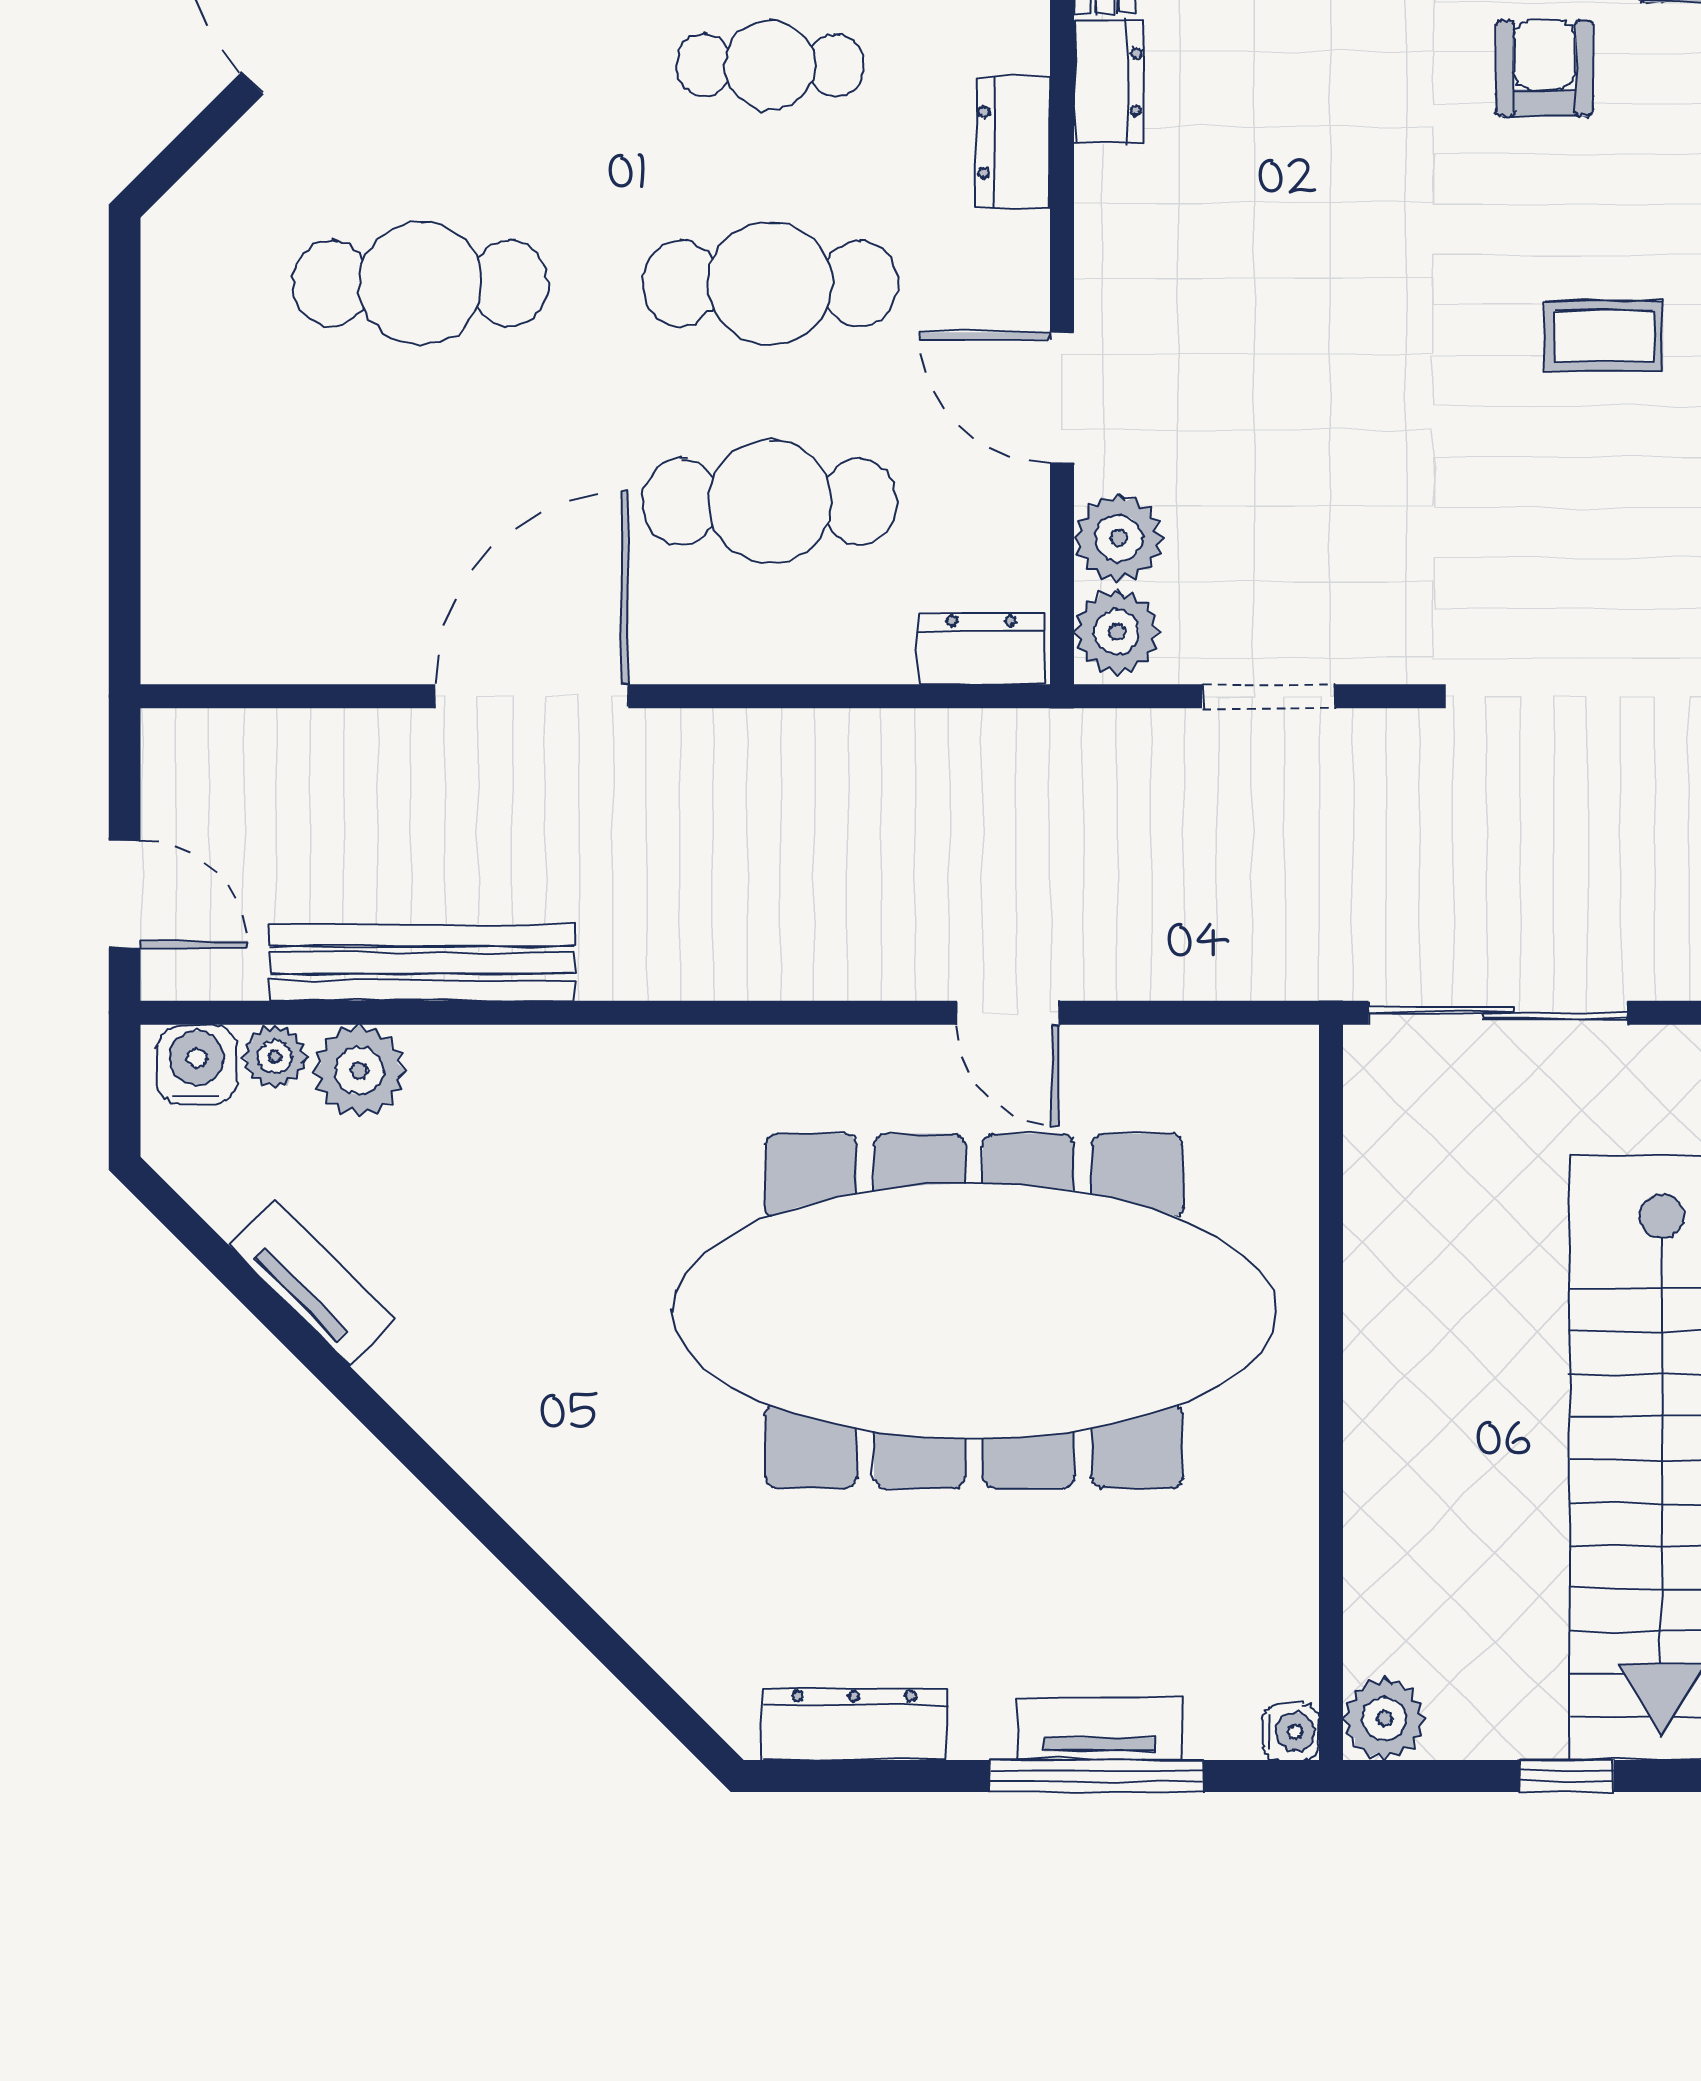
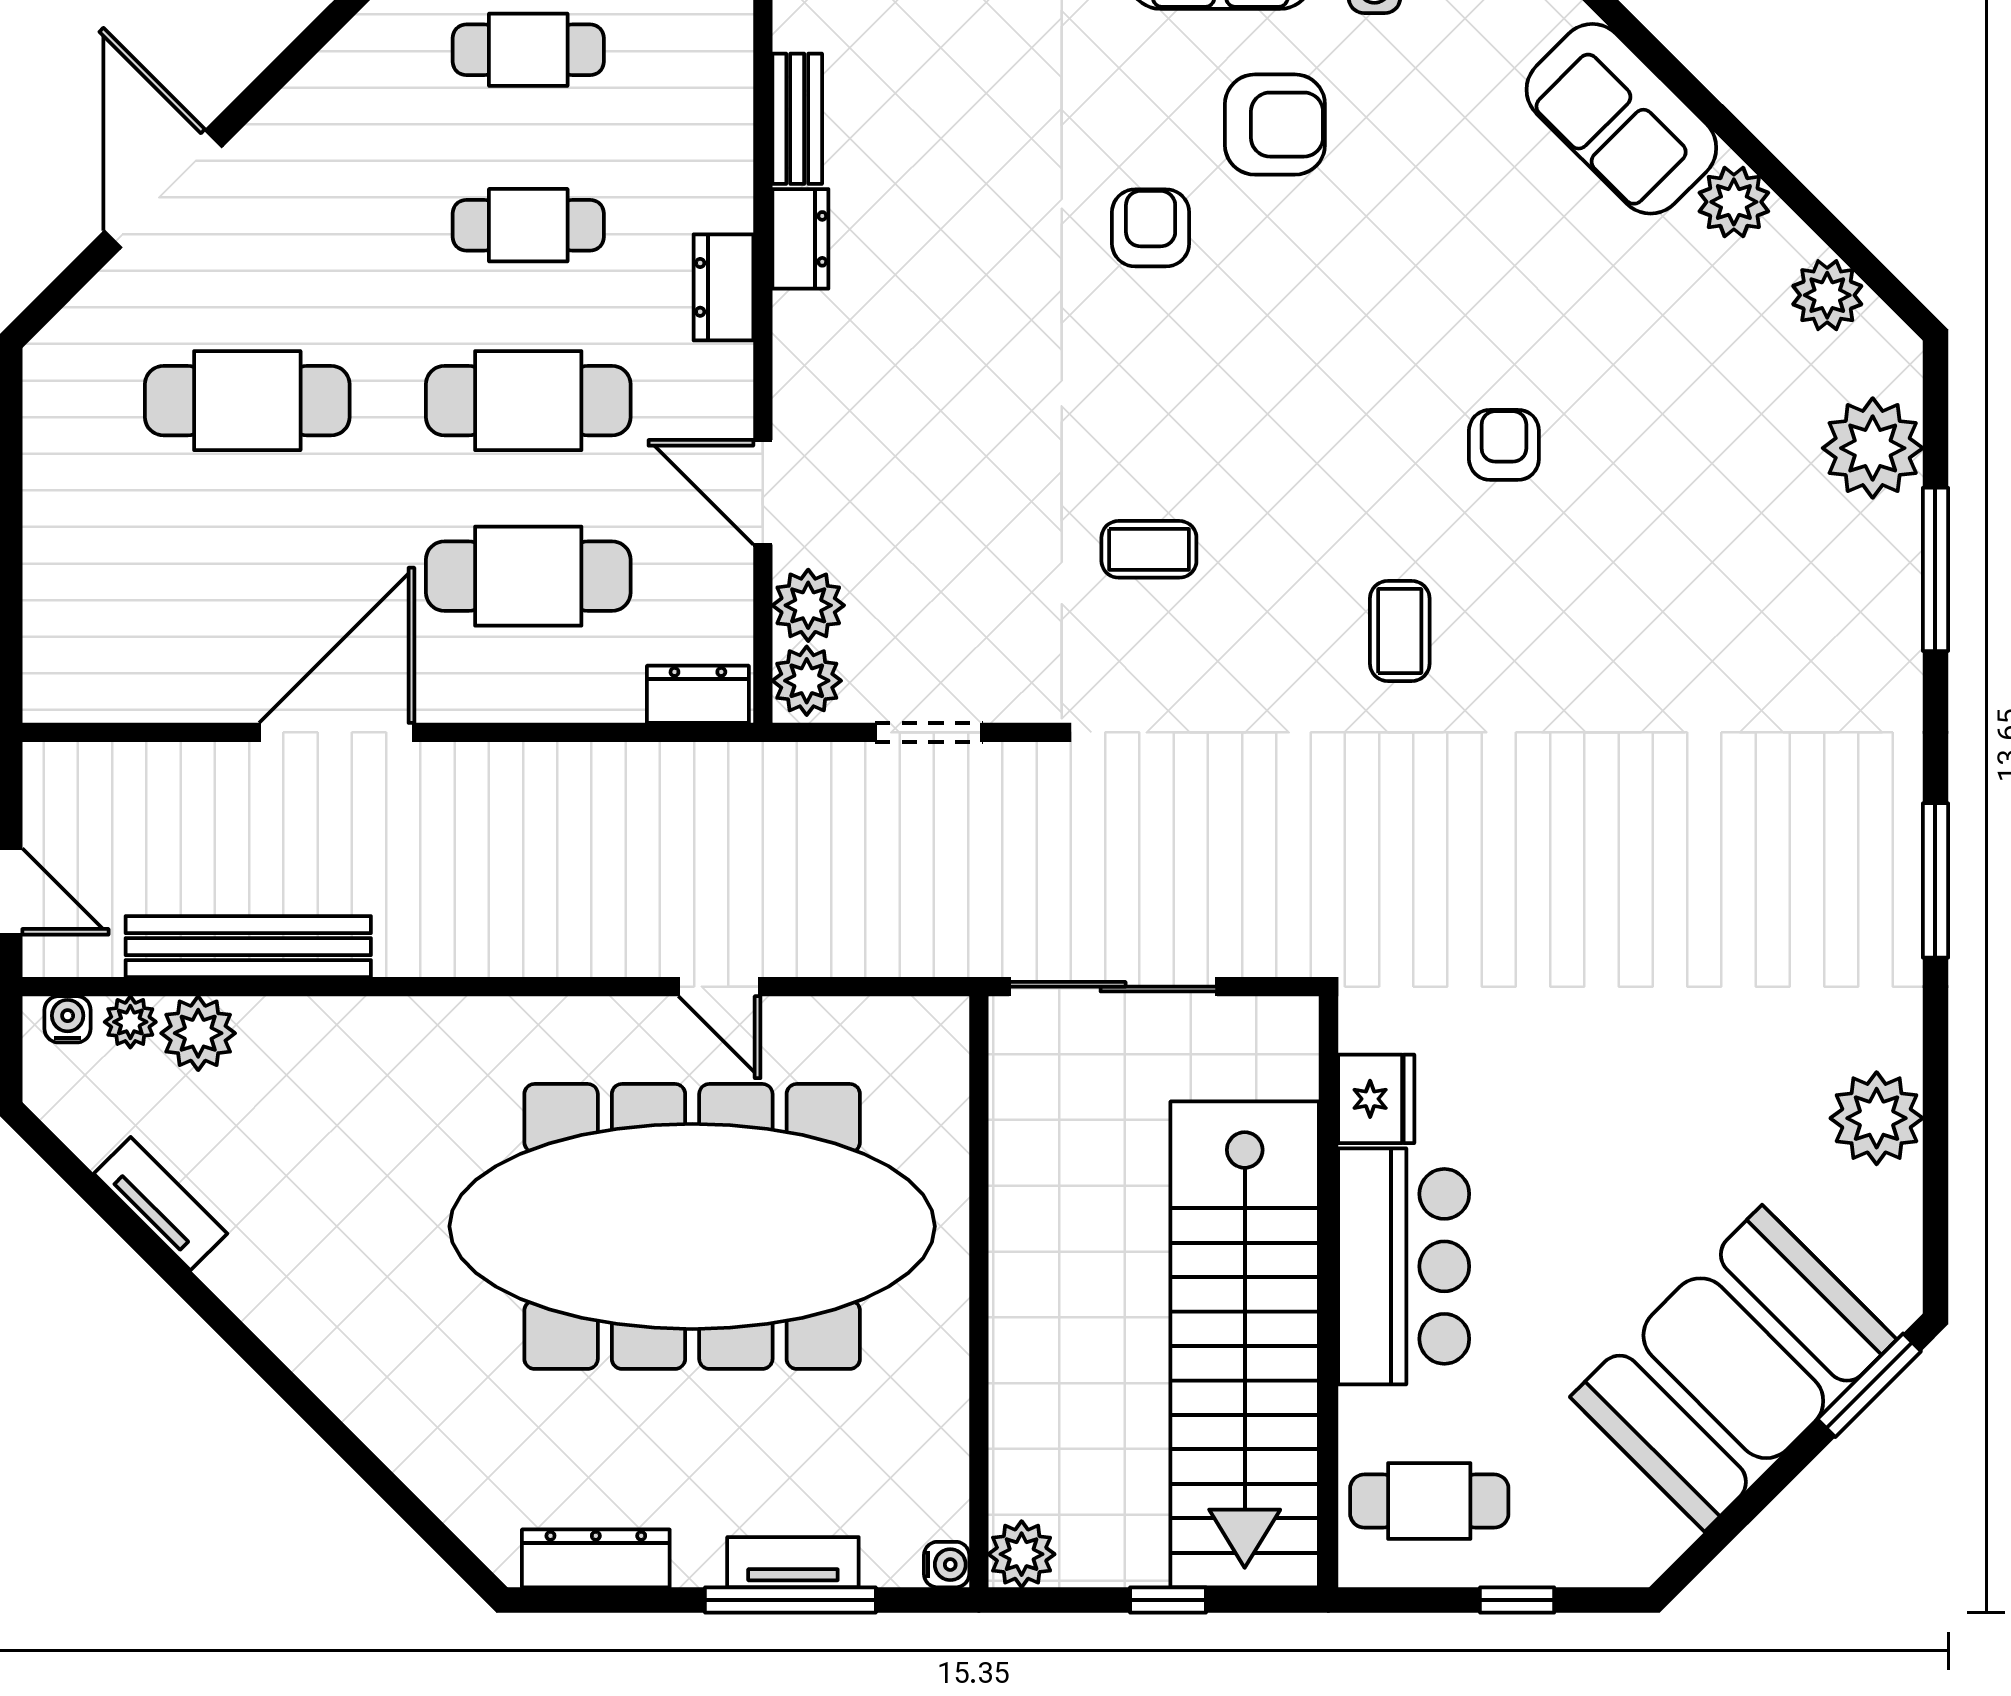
coffee table: (1604, 336) -> (1149, 549), moved
water cooler: (197, 1064) -> (68, 1019), width x0.72, depth x0.72

